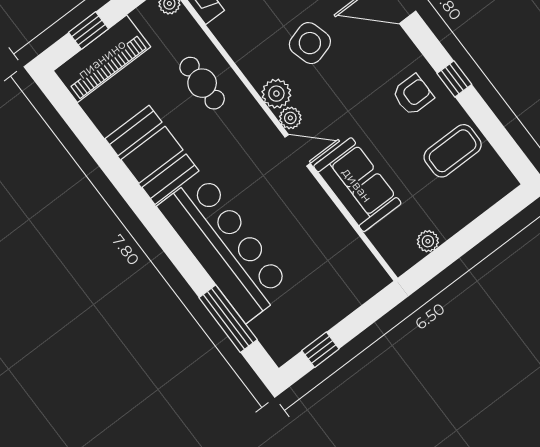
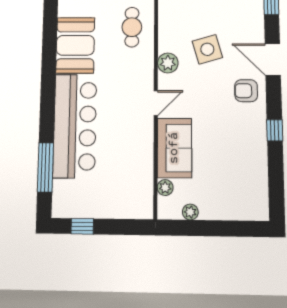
armchair: (413, 95) -> (246, 91), moved, turned 180
plant: (290, 118) -> (165, 188), moved
door: (298, 150) -> (156, 103), hinge flipped
coffee table: (453, 151) -> (243, 171), removed

